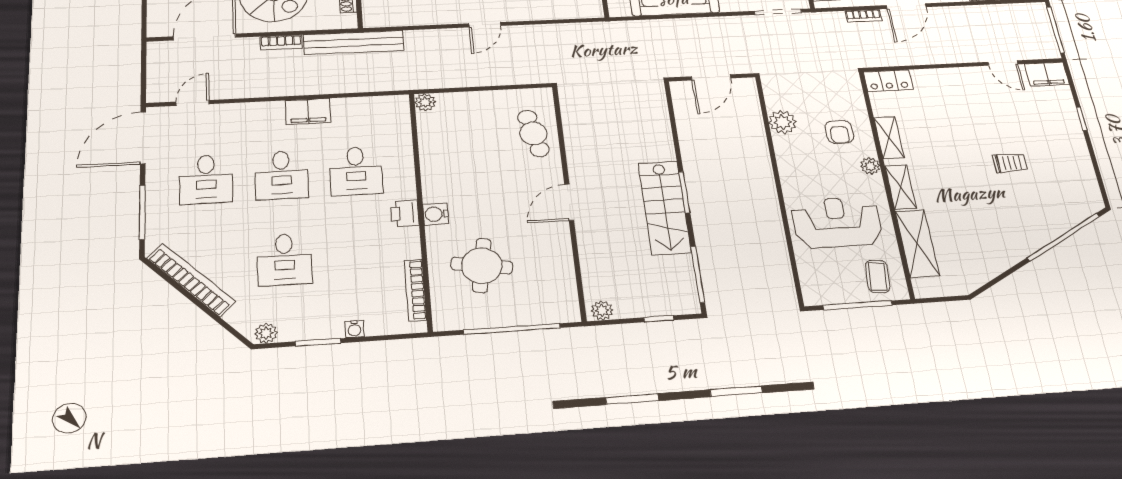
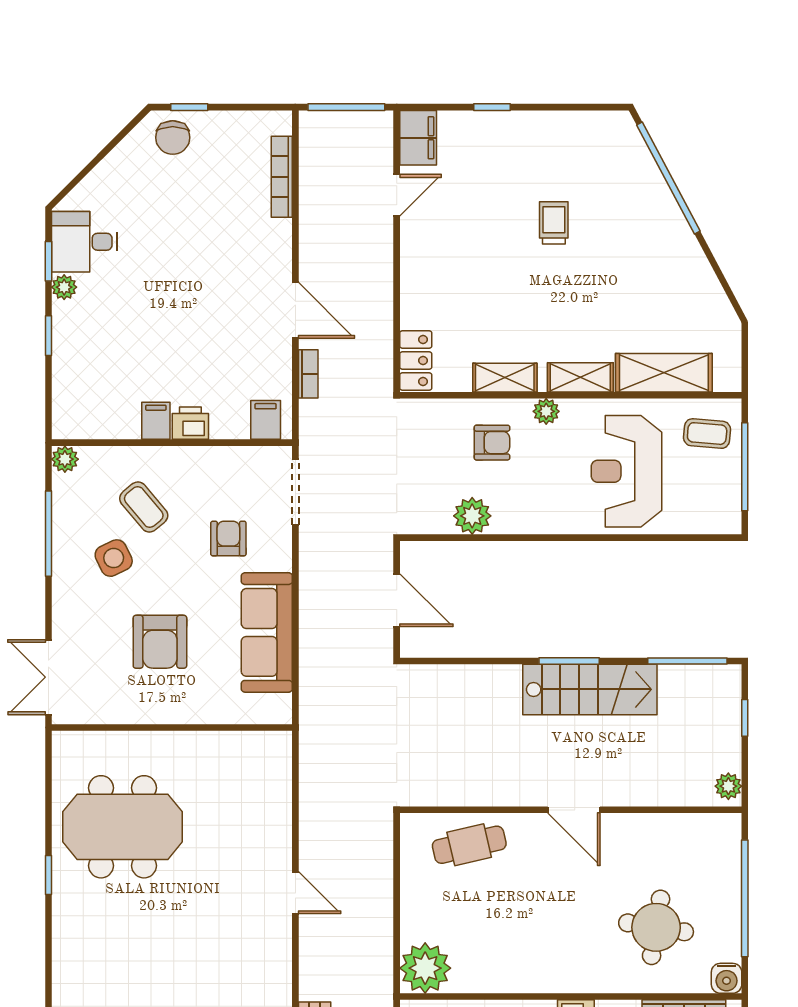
plant: (425, 102) -> (425, 968), width x1.88, depth x1.88
water cooler: (436, 214) -> (727, 978), moved

